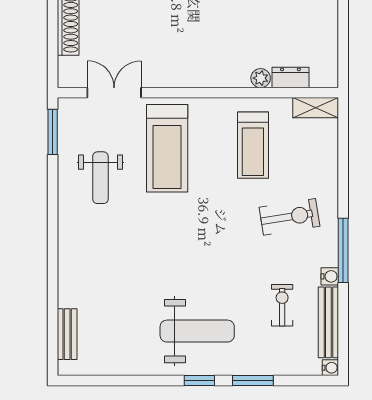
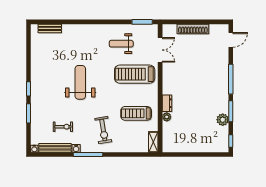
dresser: (290, 77) -> (167, 103), moved
weight bench: (197, 331) -> (80, 82), moved, turned 180

